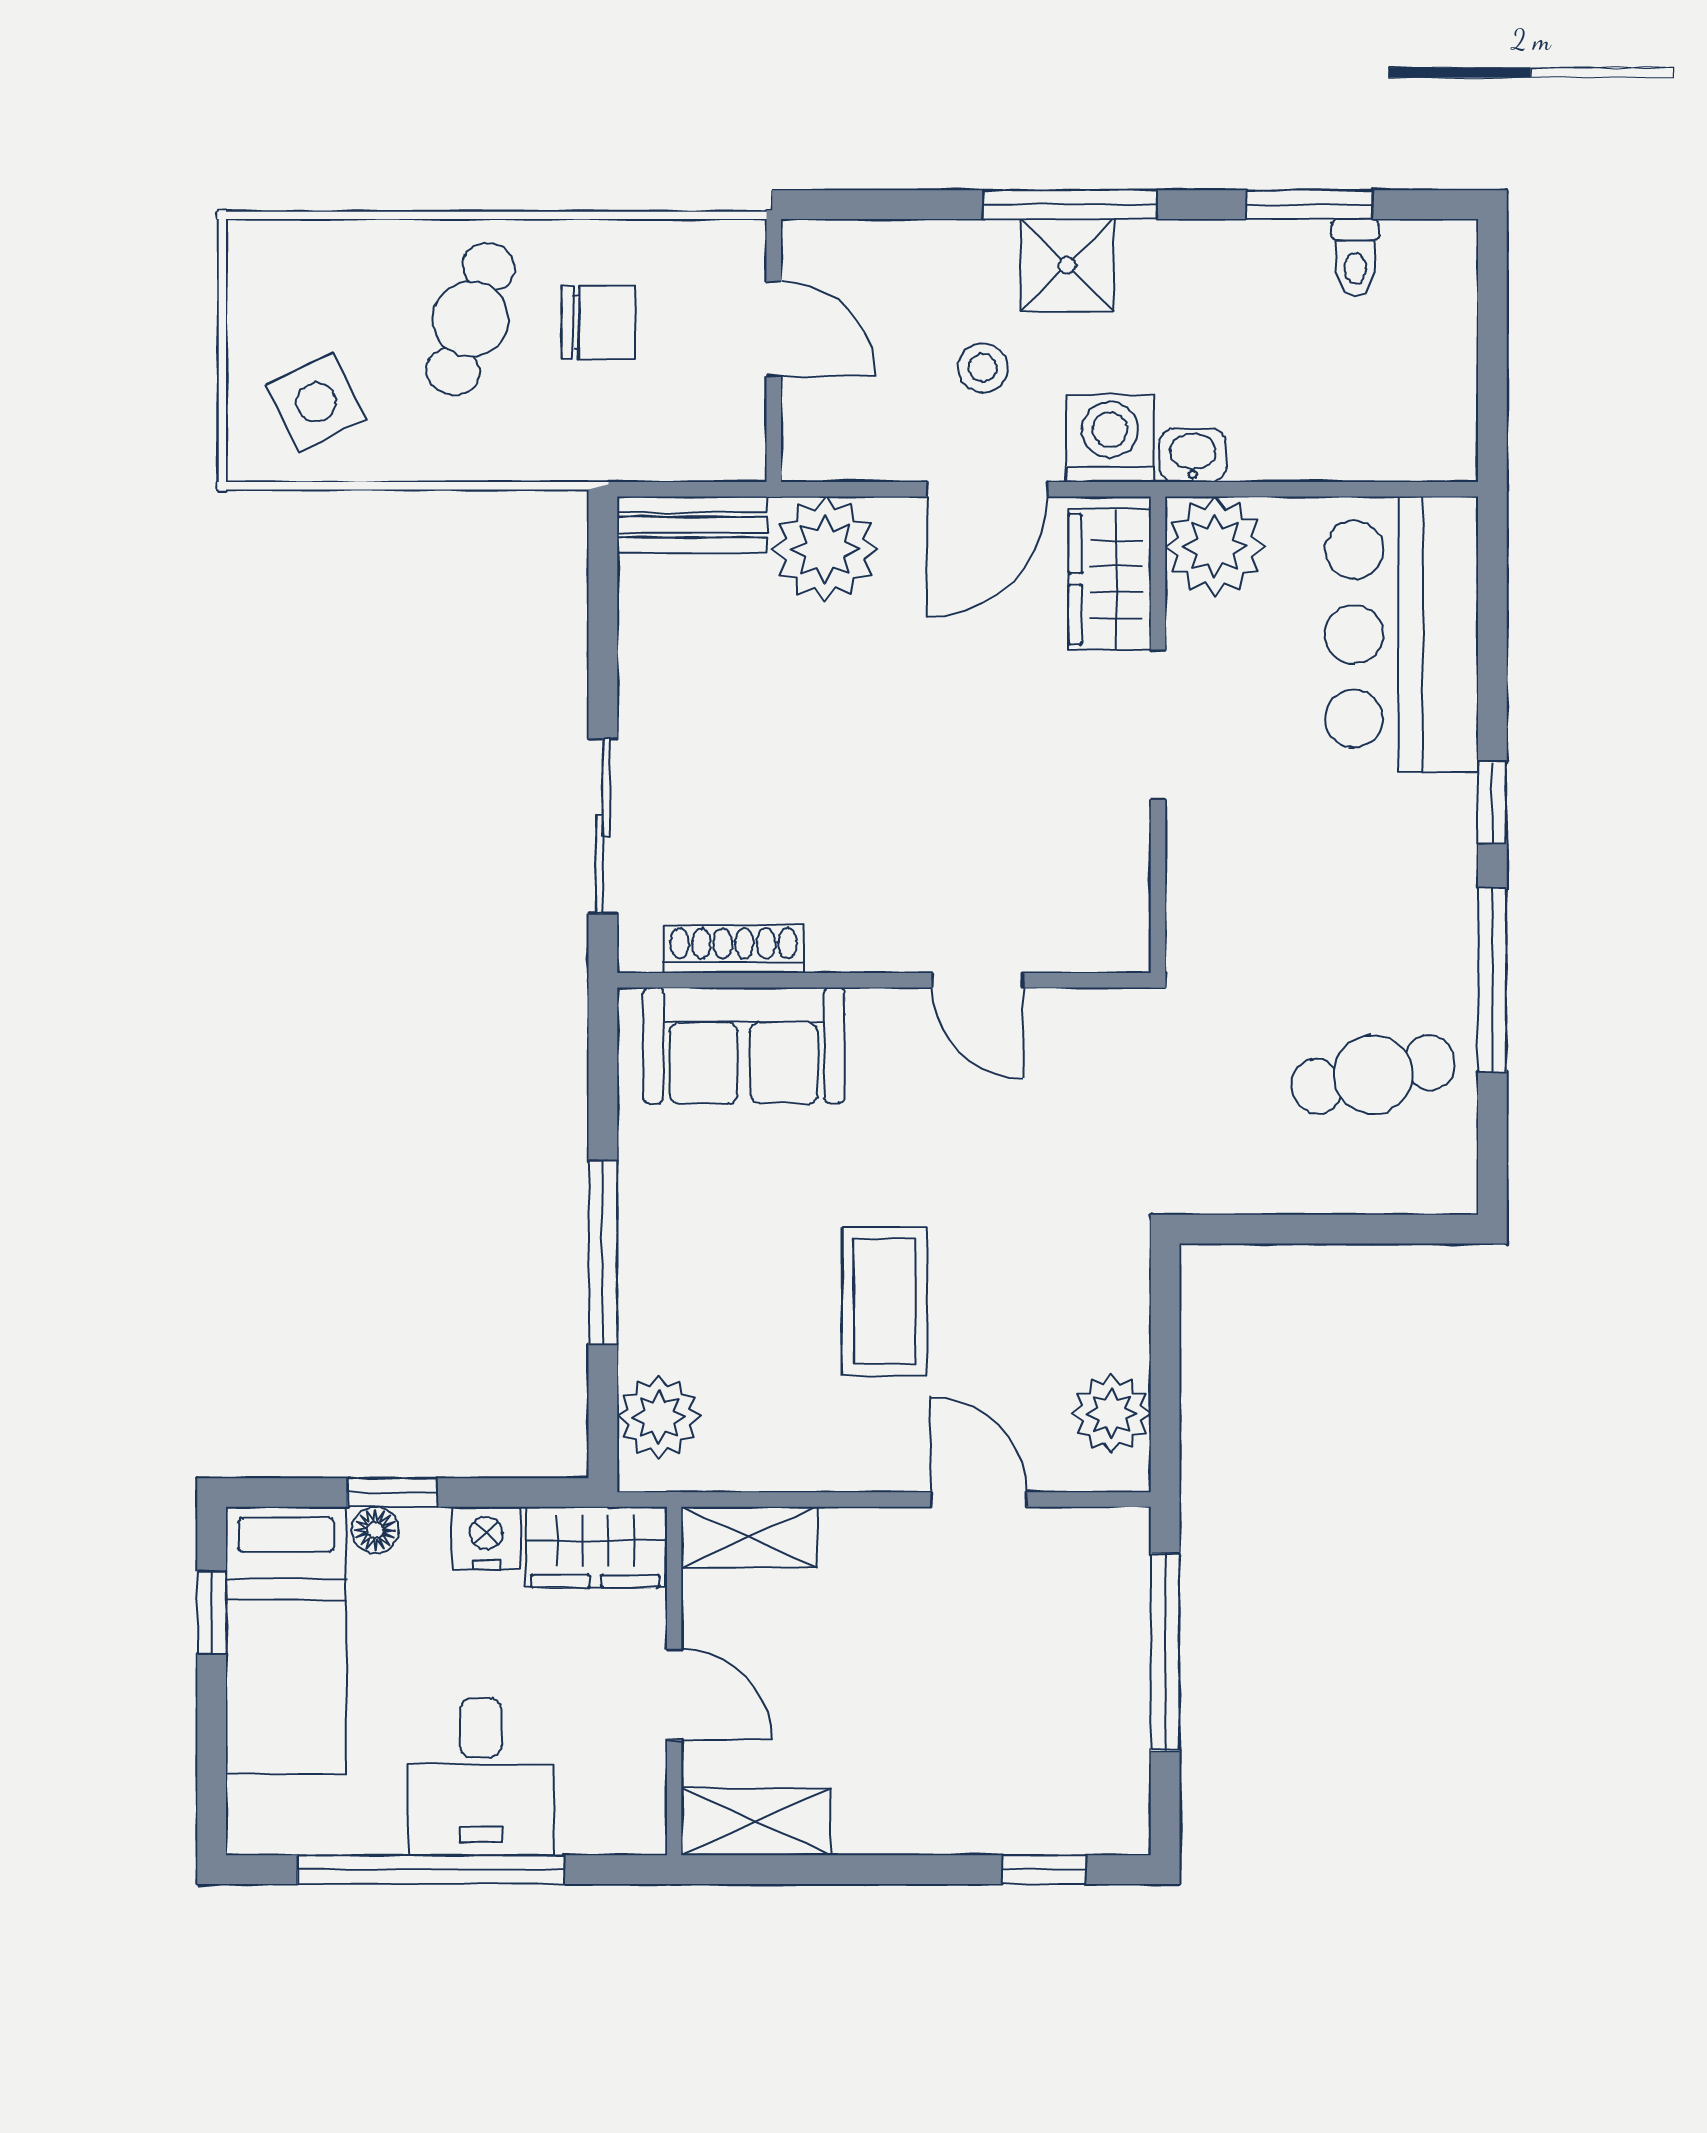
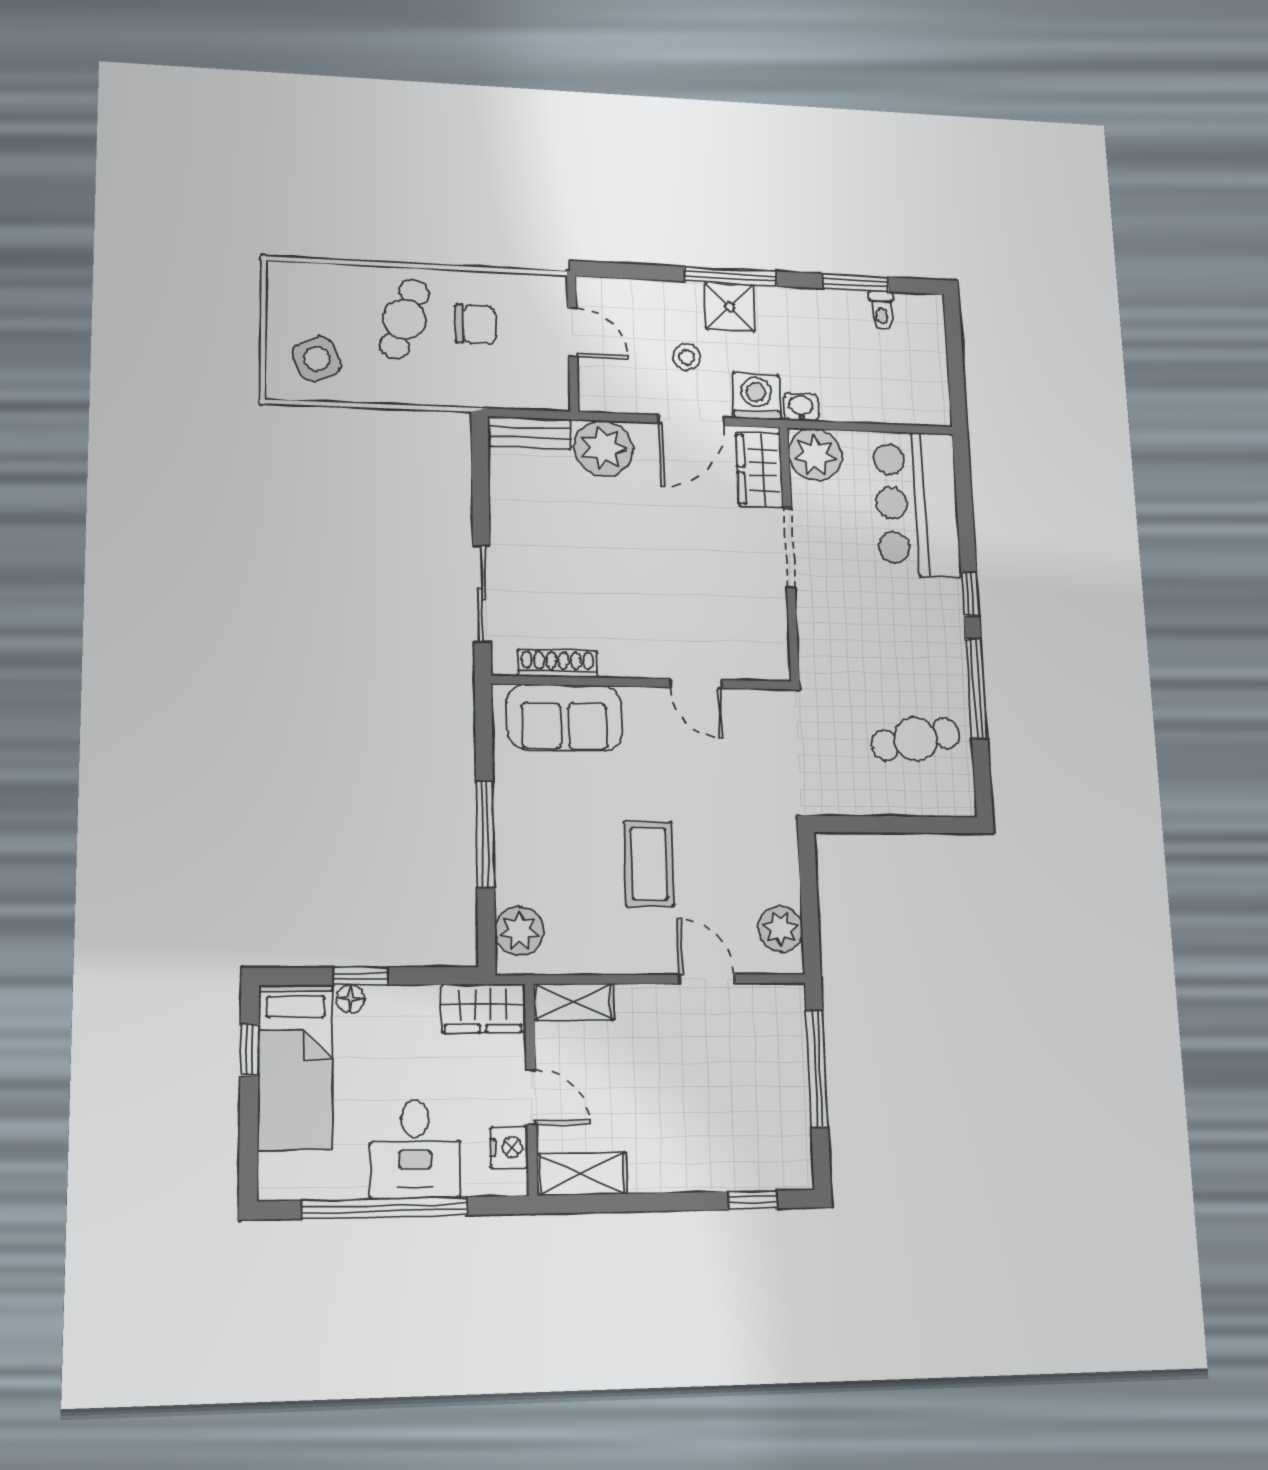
nightstand: (486, 1538) -> (509, 1147), moved, turned 90

